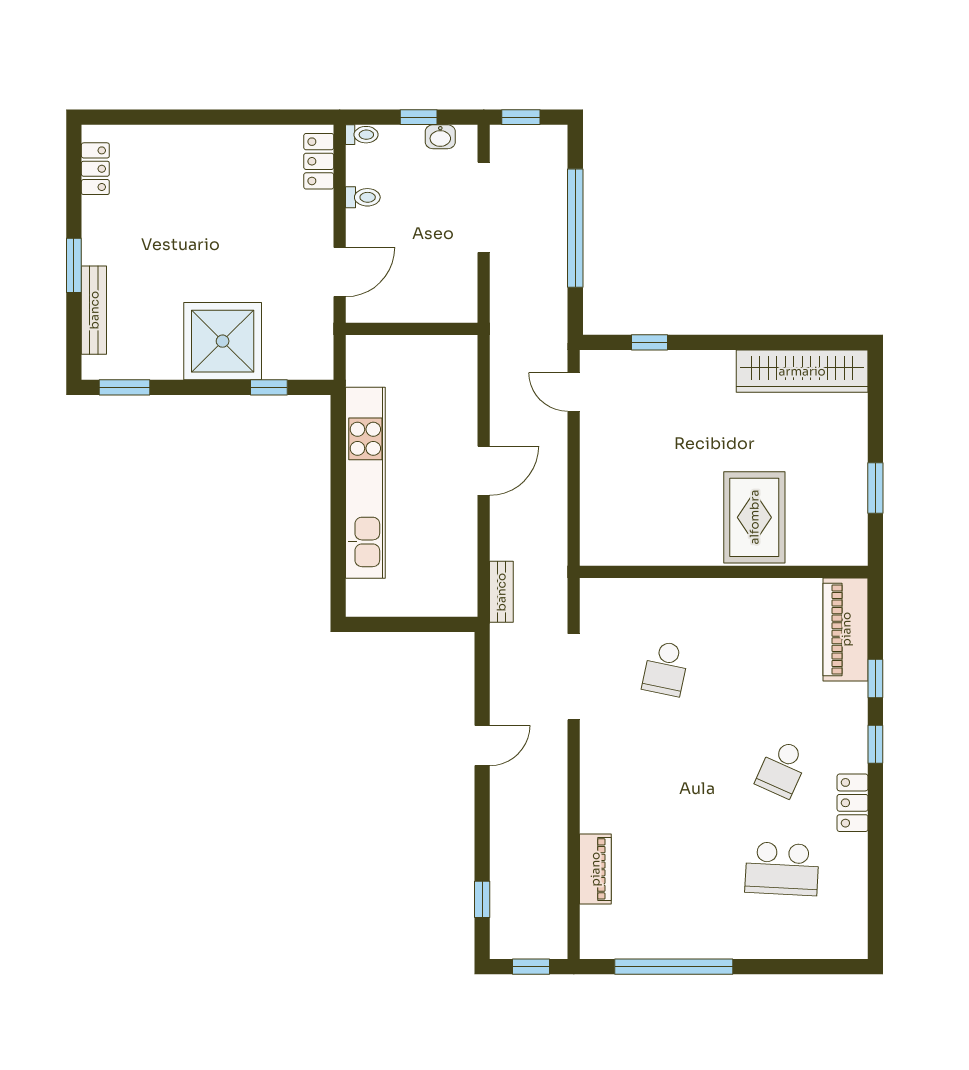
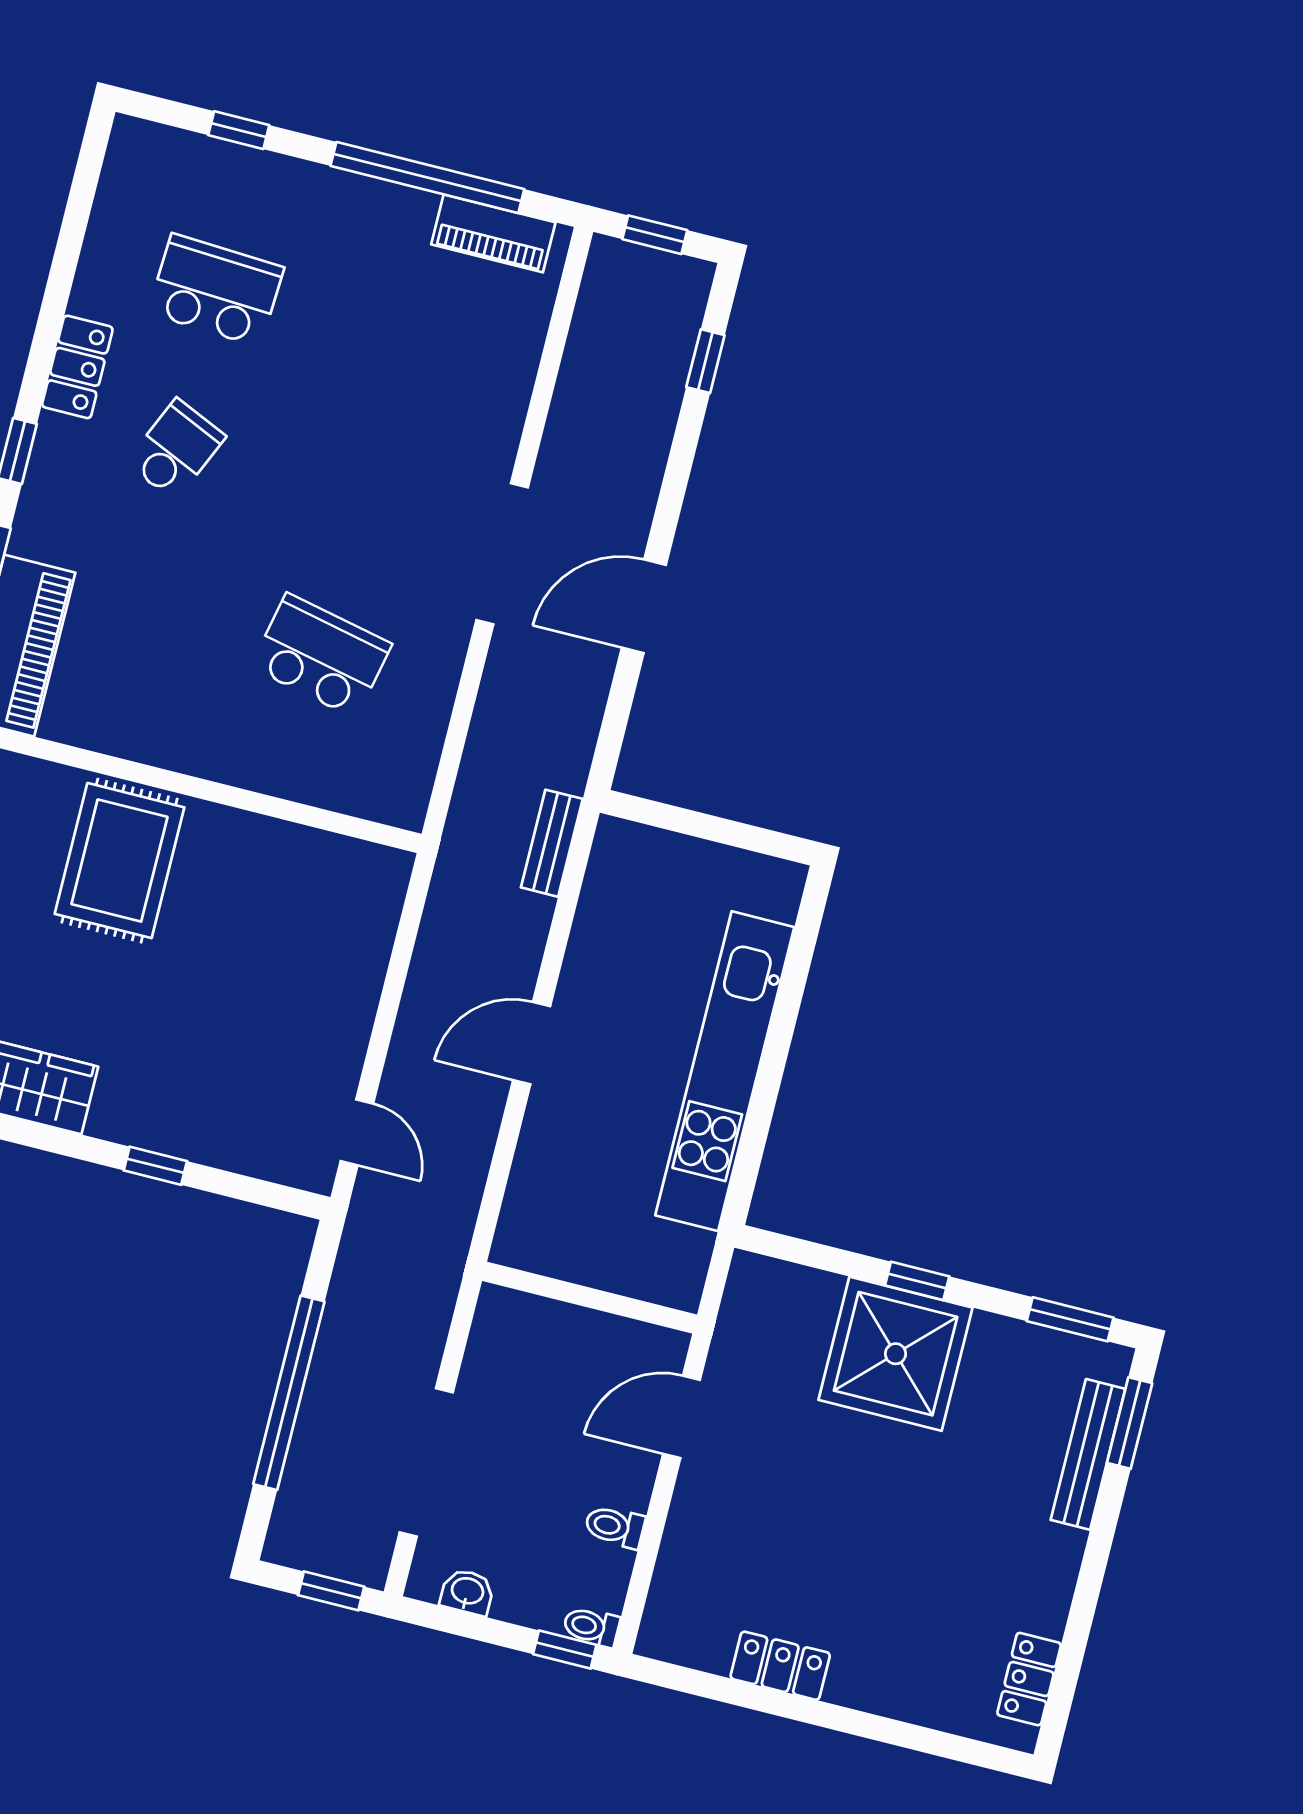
window: (419, 117) -> (565, 1650), moved
locker: (319, 161) -> (780, 1666), moved, turned -90
window: (74, 265) -> (1130, 1423), moved
window: (650, 342) -> (155, 1166), moved
window: (269, 387) -> (917, 1281), moved
school desk: (666, 668) -> (321, 656), width x1.85
doorway: (574, 677) -> (502, 554), moved
door: (482, 745) -> (644, 606), width x1.38
piano: (595, 869) -> (493, 233), moved, turned -90
window: (792, 967) -> (239, 130), added

